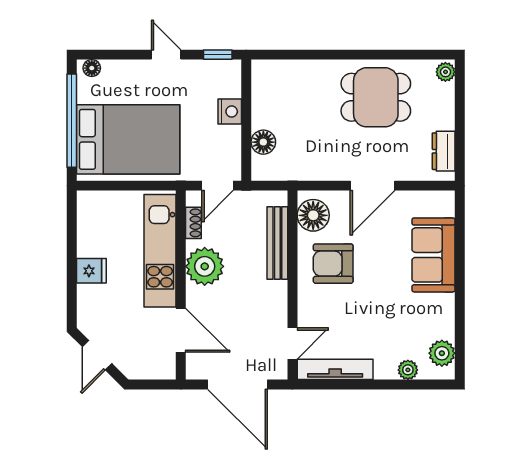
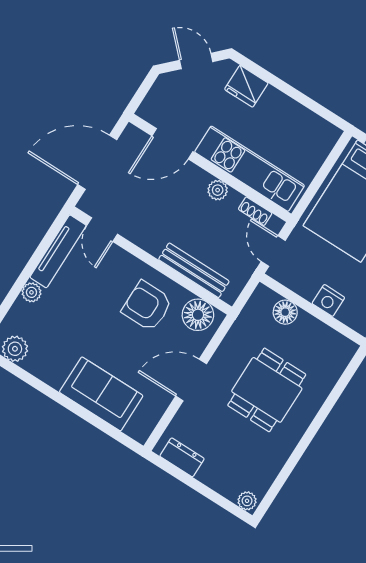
dining table: (376, 97) -> (267, 390), moved
door: (373, 186) -> (191, 380), hinge flipped
armchair: (333, 264) -> (147, 306), turned -90
plant: (205, 266) -> (218, 190), width x0.53, depth x0.53
fridge: (91, 271) -> (246, 86), moved, width x1.38
plant: (408, 370) -> (31, 292), moved

